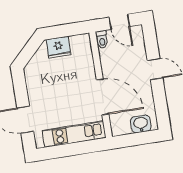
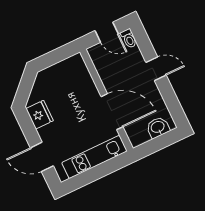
toilet: (102, 39) -> (129, 38), moved
fridge: (58, 47) -> (40, 115), moved, turned -90

